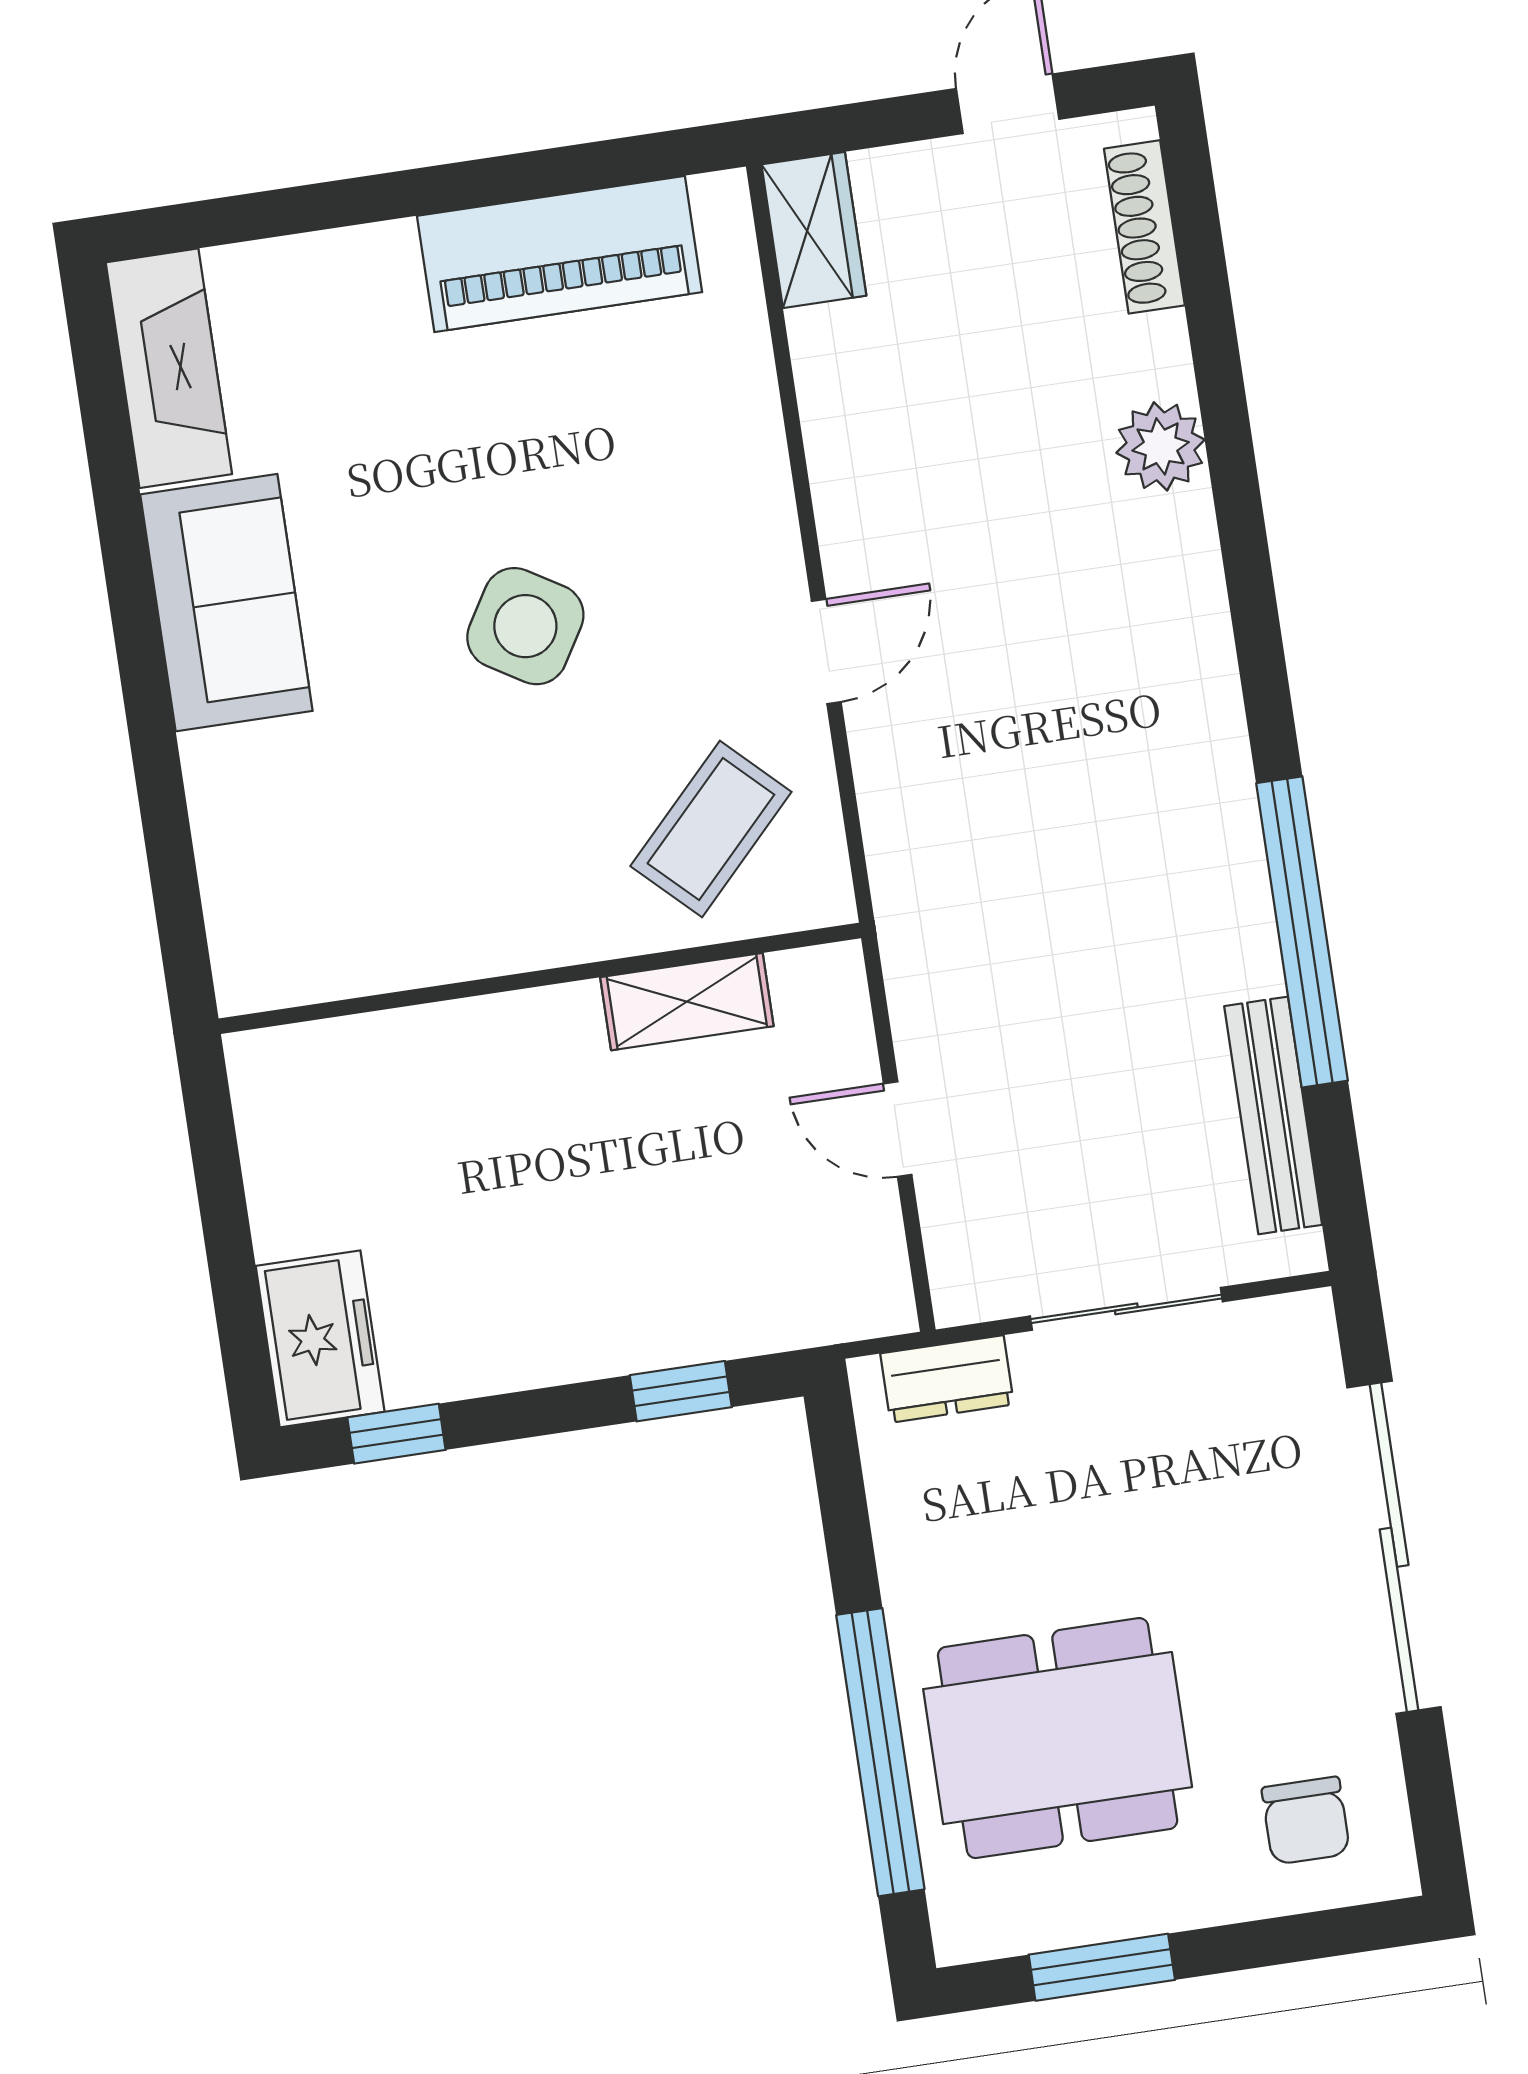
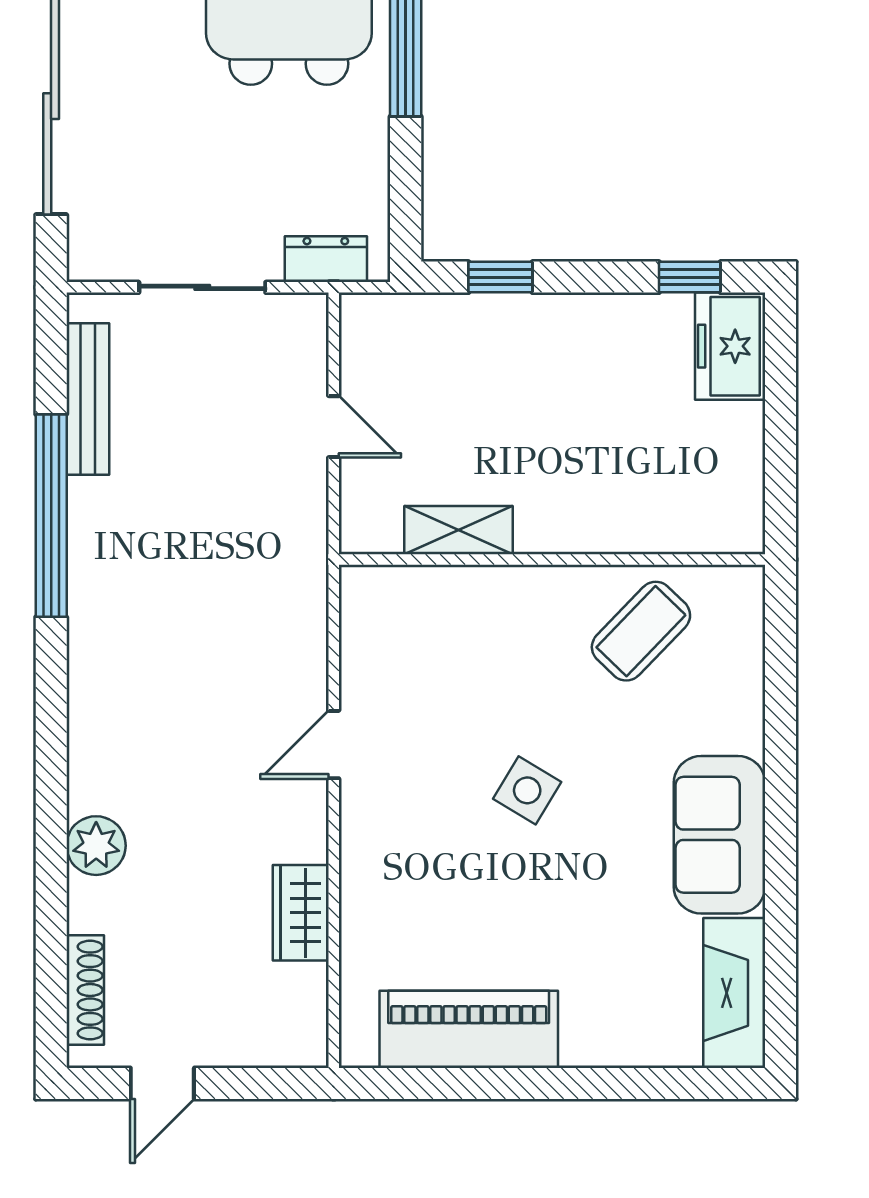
wardrobe: (814, 230) -> (301, 913), moved
side table: (525, 626) -> (527, 790), width x0.73, depth x0.73
coffee table: (711, 829) -> (641, 631), moved

